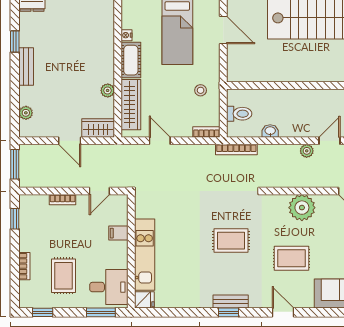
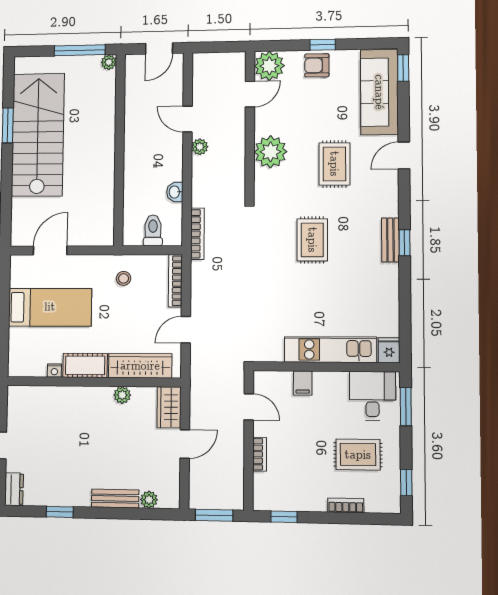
bench: (26, 66) -> (115, 499), moved
bookcase: (206, 132) -> (175, 281), width x1.56
door: (283, 312) -> (404, 155), moved

